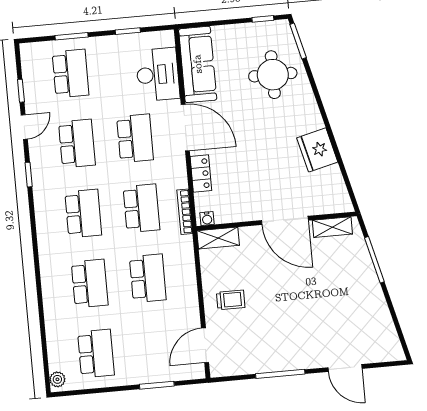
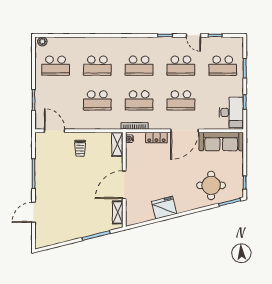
desk: (158, 74) -> (231, 112), moved, turned -90

